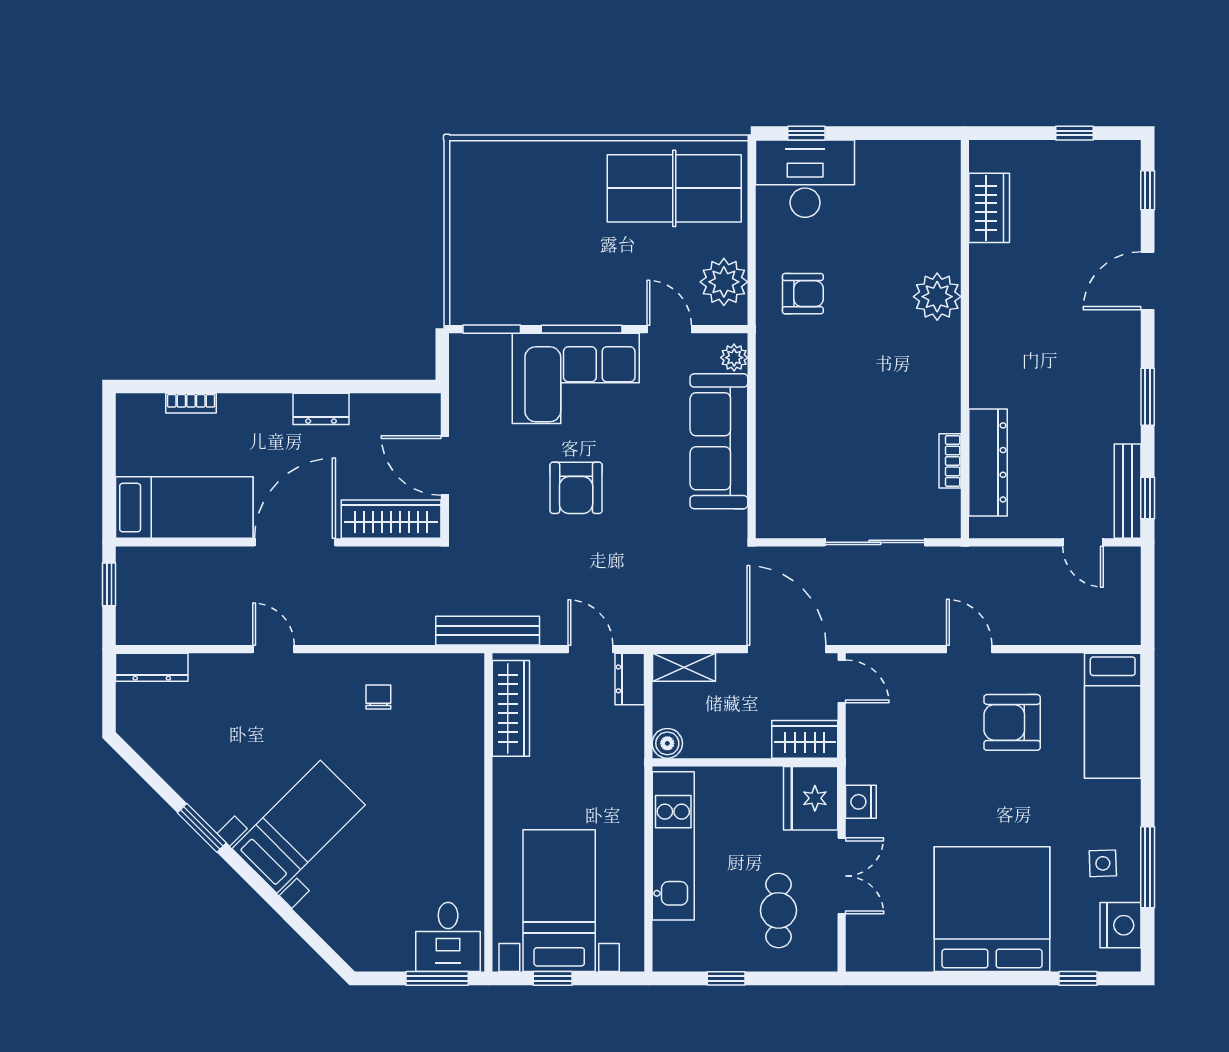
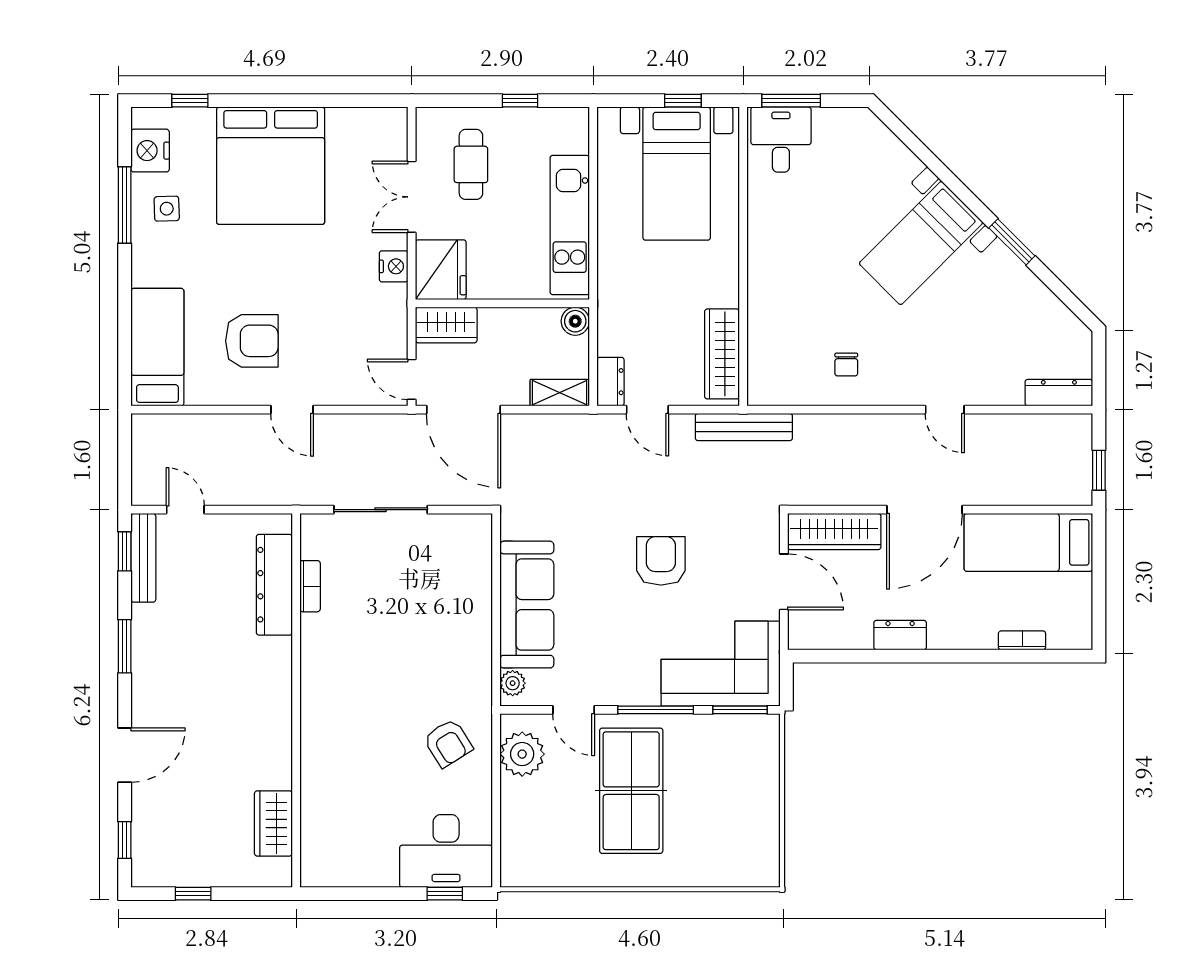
table tennis table: (674, 188) -> (631, 791), moved, turned 90
armchair: (803, 294) -> (448, 743), turned -122
plant: (937, 297) -> (322, 740), removed
corner sofa: (576, 378) -> (721, 664), moved

